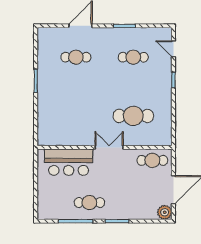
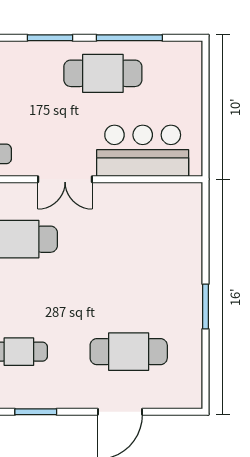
cafe table: (76, 57) -> (129, 352), width x1.37, depth x1.35
cafe table: (89, 203) -> (103, 73), width x1.37, depth x1.35

